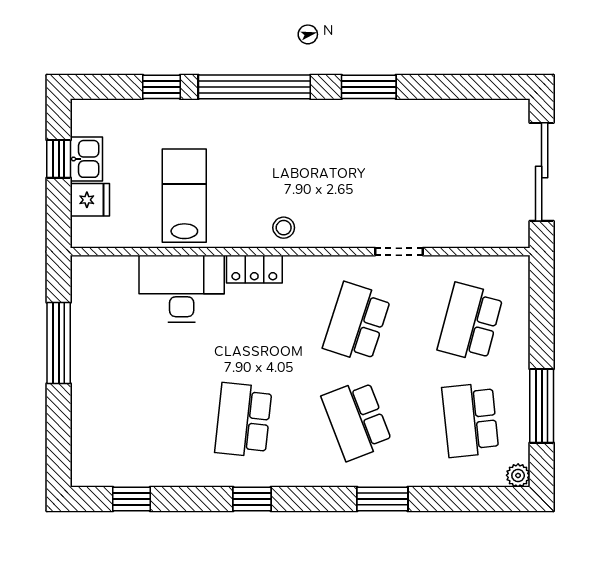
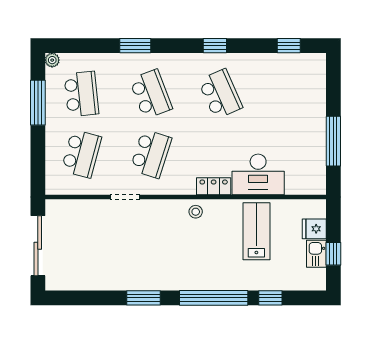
lab bench: (184, 196) -> (256, 231), turned 180
school desk: (243, 420) -> (220, 94), turned -30

